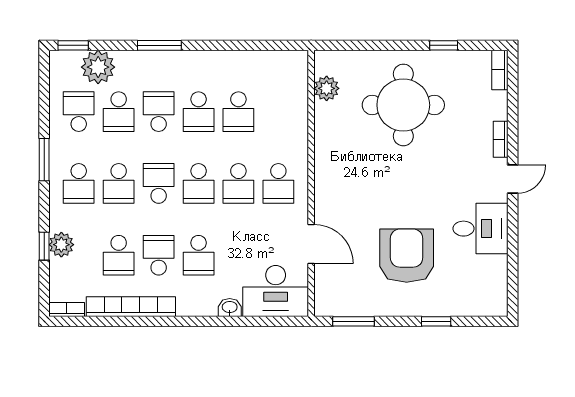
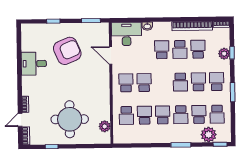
door: (513, 179) -> (20, 120), moved
school desk: (199, 183) -> (126, 115), moved, turned 180
armchair: (407, 256) -> (67, 51), turned -113

